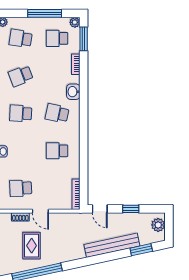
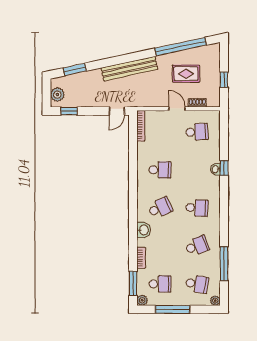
school desk: (57, 113) -> (160, 208), turned -36
door: (100, 209) -> (117, 111), swing flipped
window: (131, 209) -> (69, 111), moved
bench: (112, 245) -> (129, 69), moved
rug: (32, 246) -> (186, 74), turned 90

